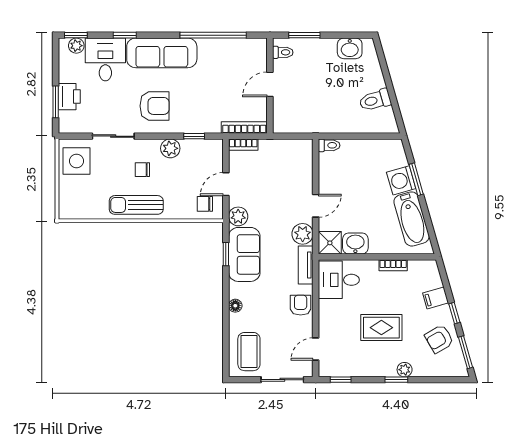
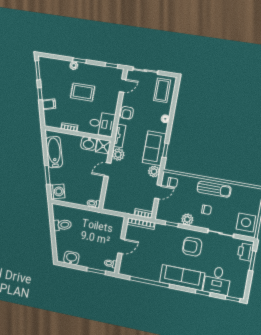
plant: (76, 46) -> (234, 292), removed
printer: (69, 97) -> (245, 252), moved
washing machine: (401, 180) -> (57, 192), moved
armchair: (439, 339) -> (51, 80), removed

